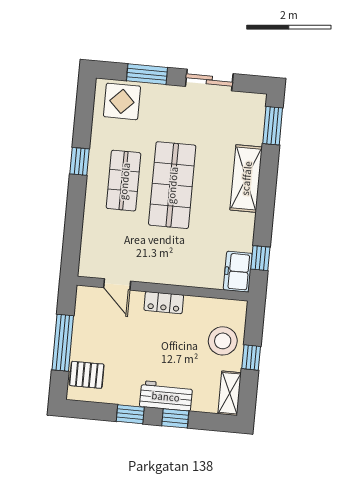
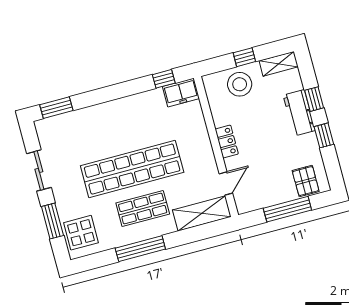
window: (80, 161) -> (140, 249), width x2.17
shelving: (246, 178) -> (202, 213), moved
shop shelf: (172, 185) -> (132, 169), width x1.40

